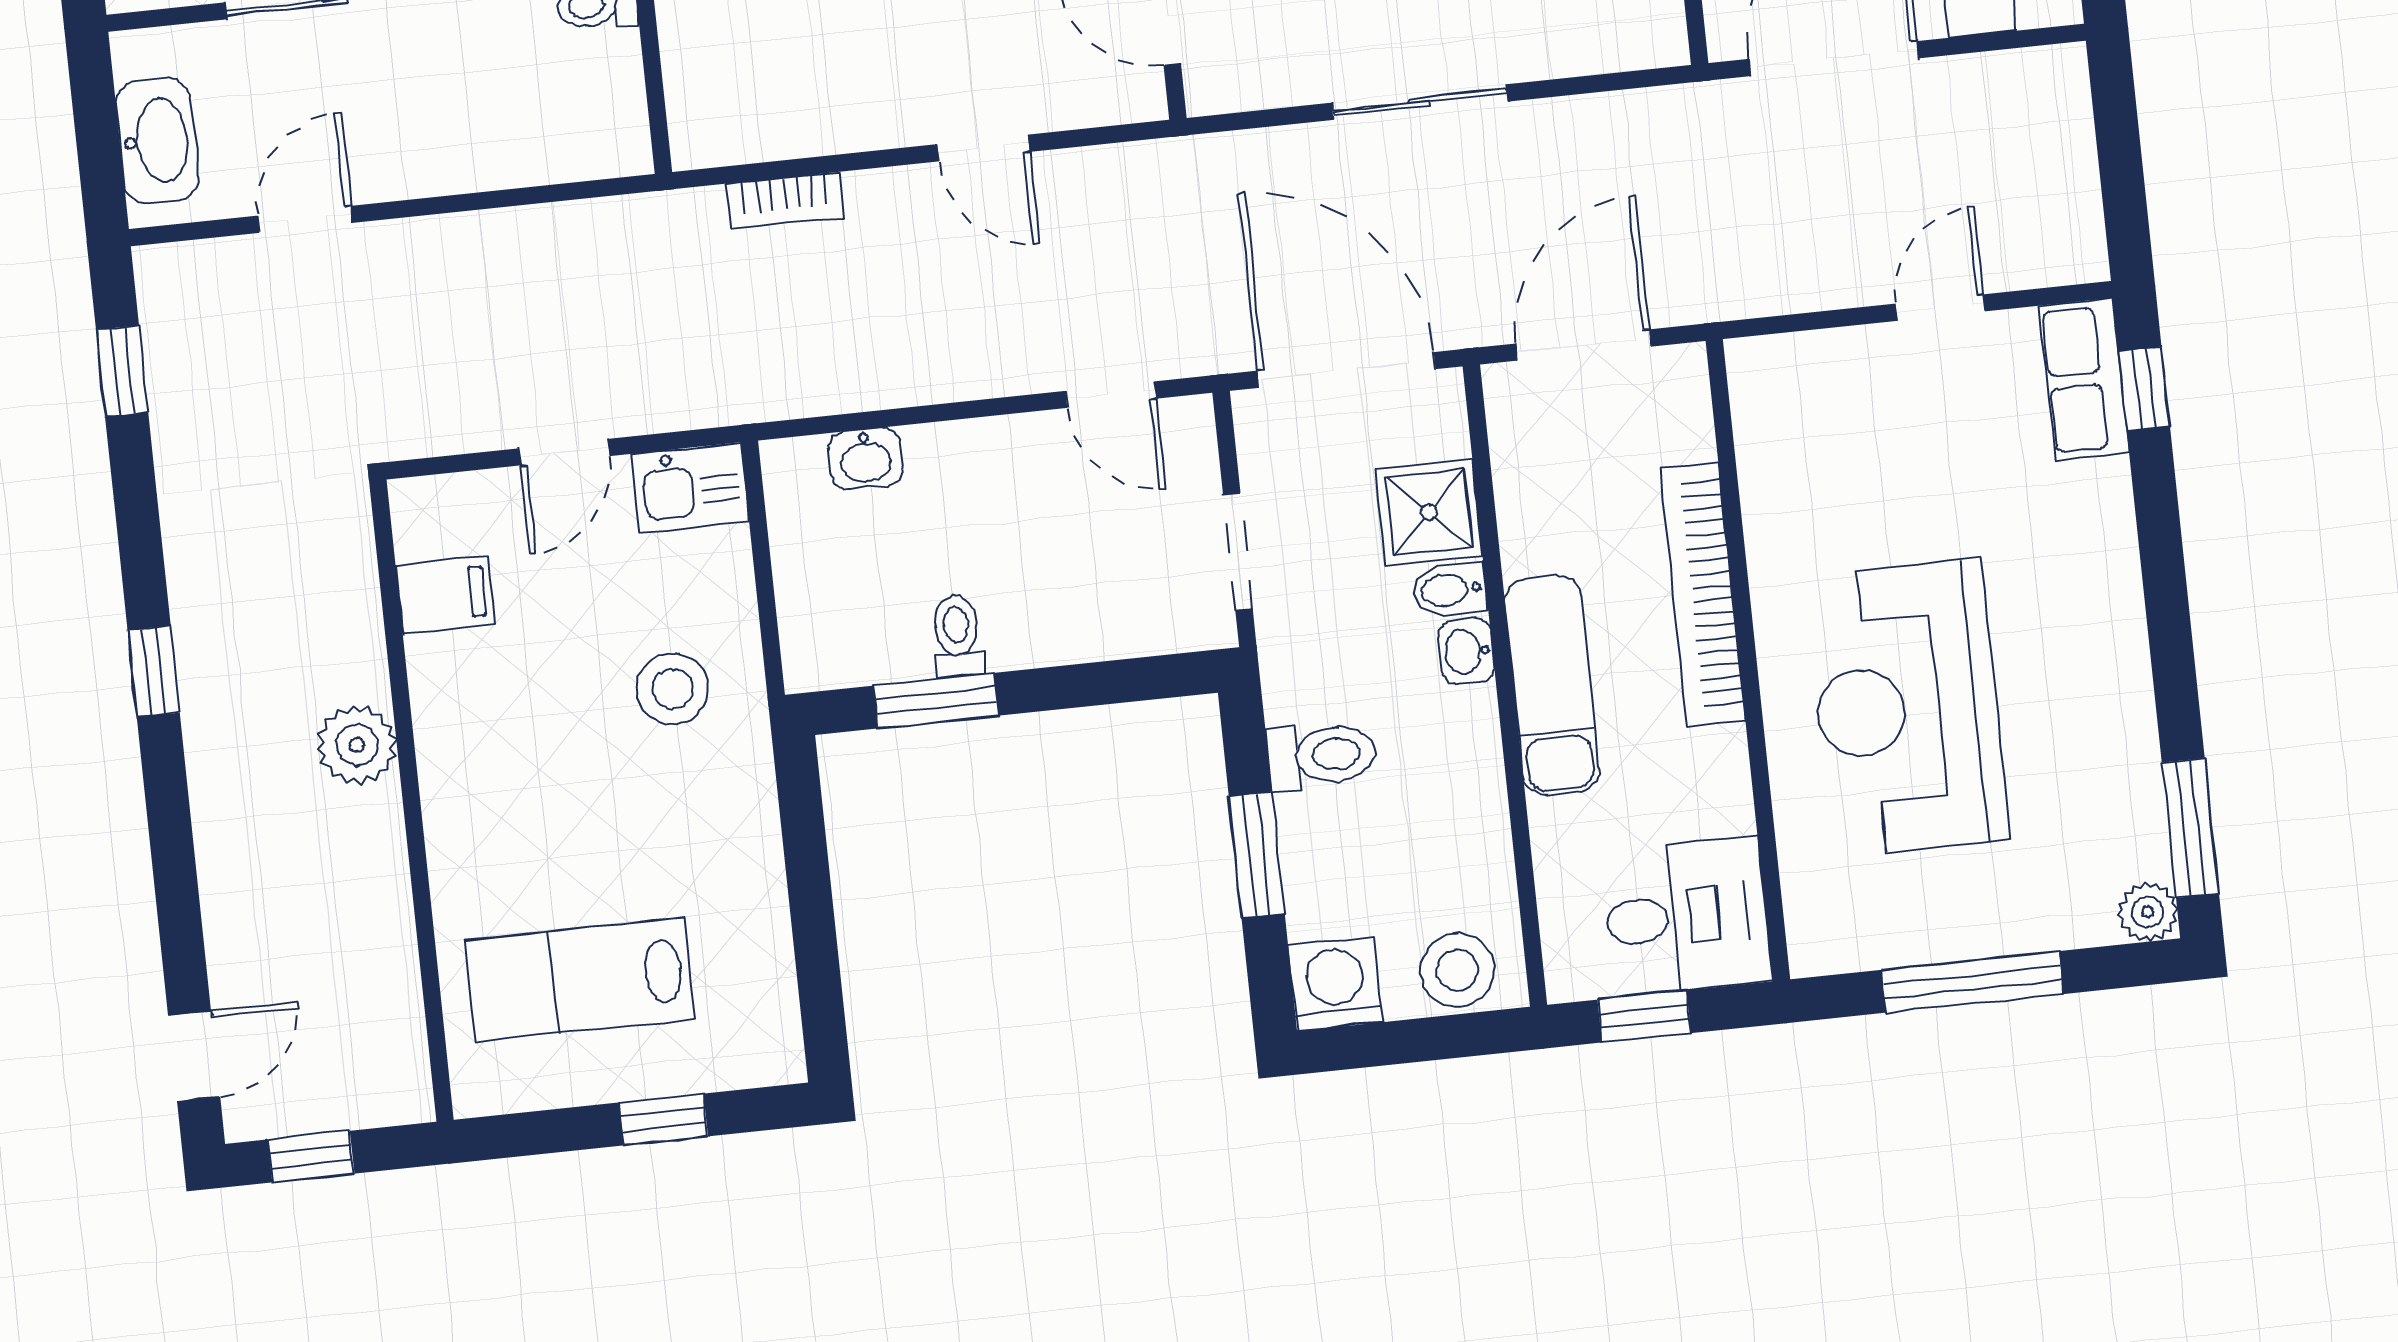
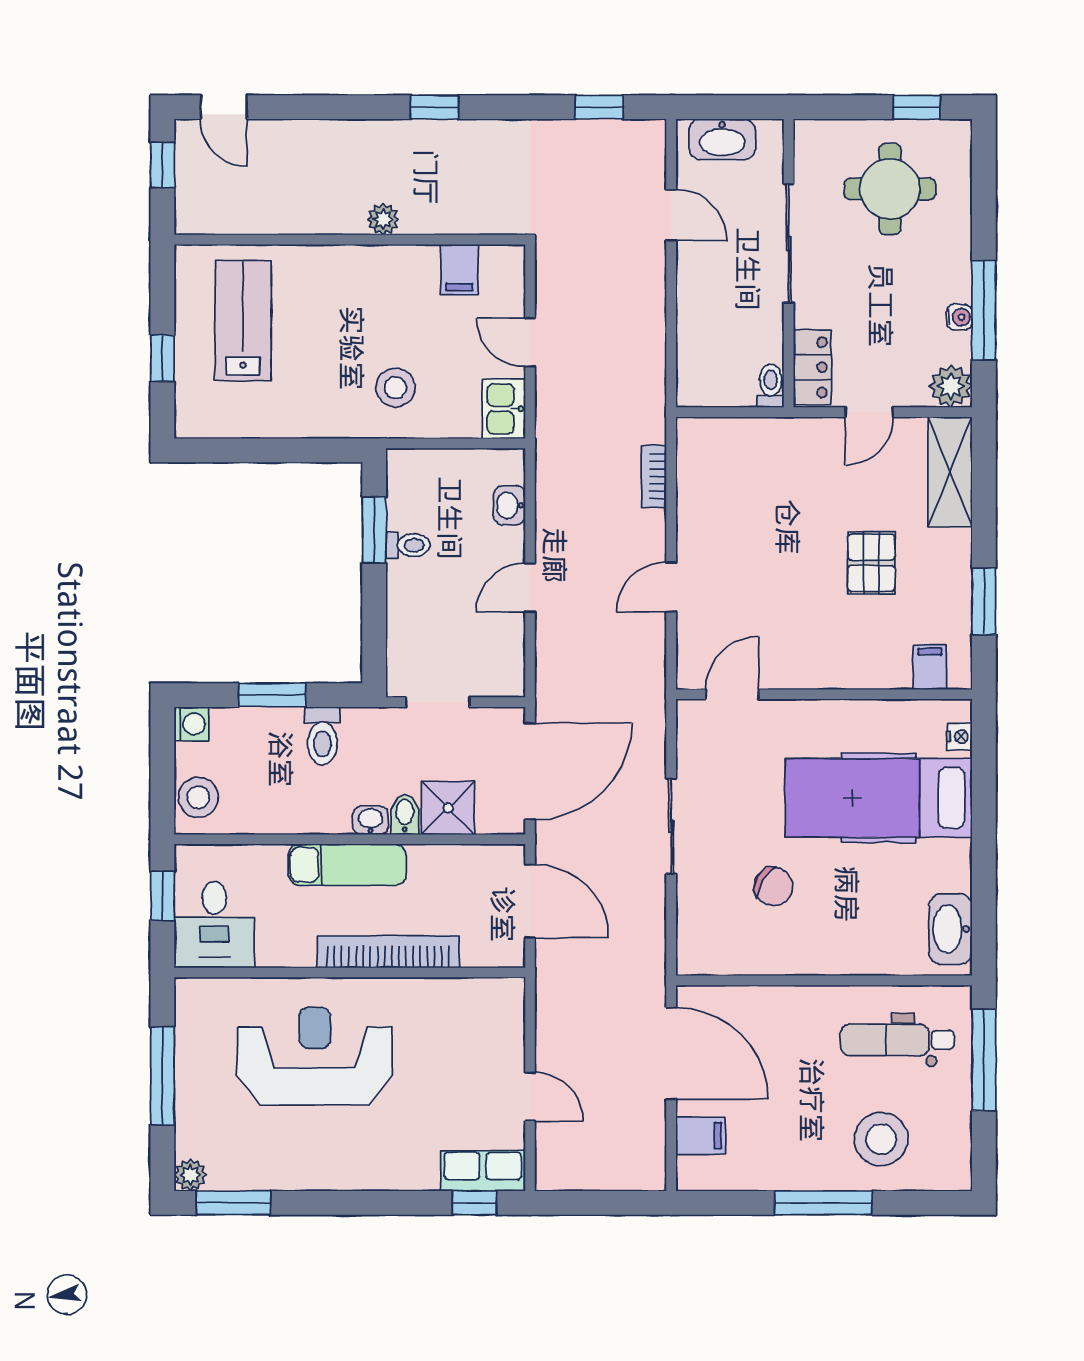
door: (1111, 395) -> (530, 588), moved
plant: (357, 745) -> (383, 219), width x0.73, depth x0.73
washing machine: (1335, 984) -> (191, 724), width x0.73, depth x0.73

